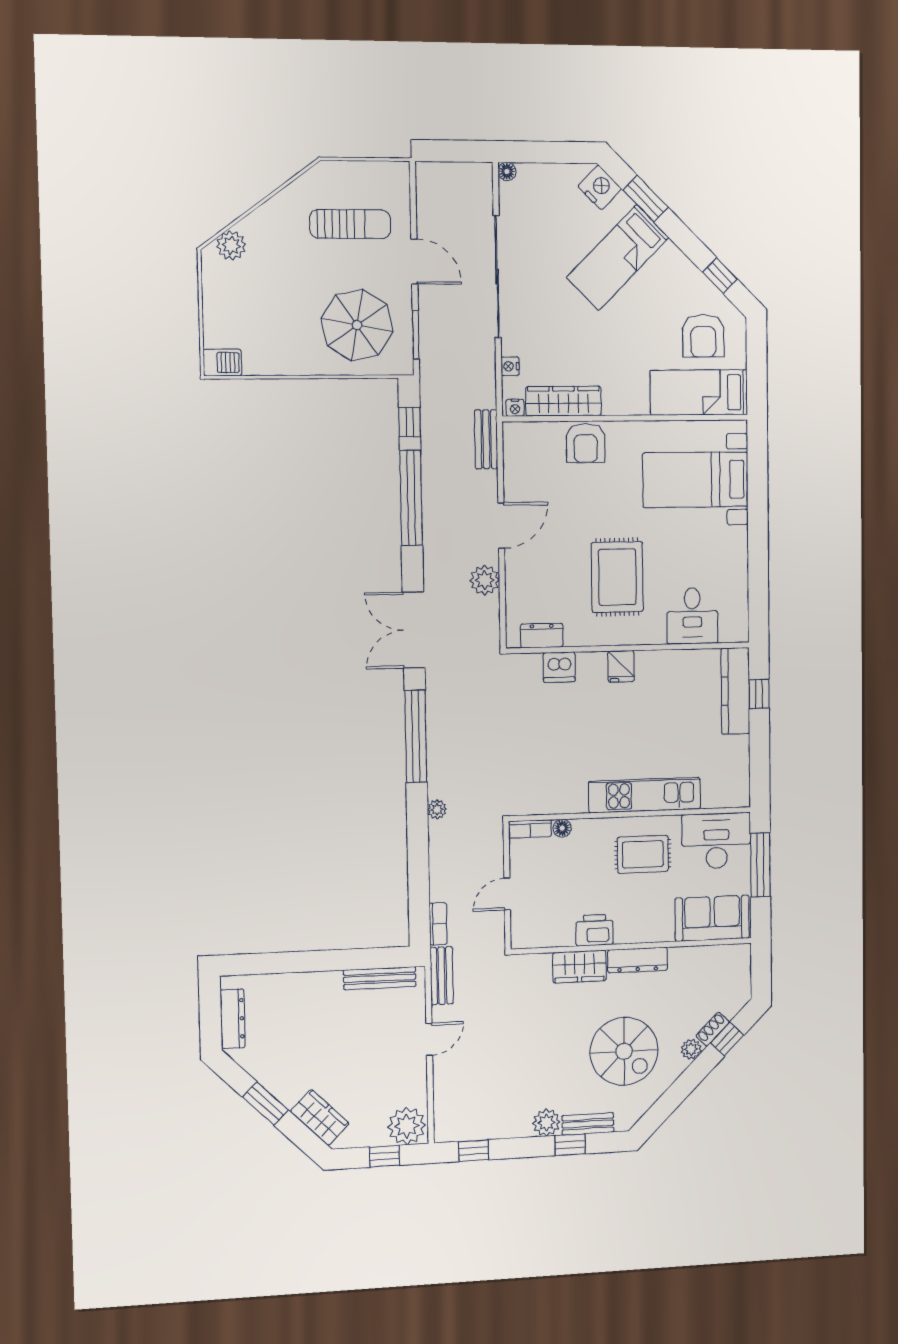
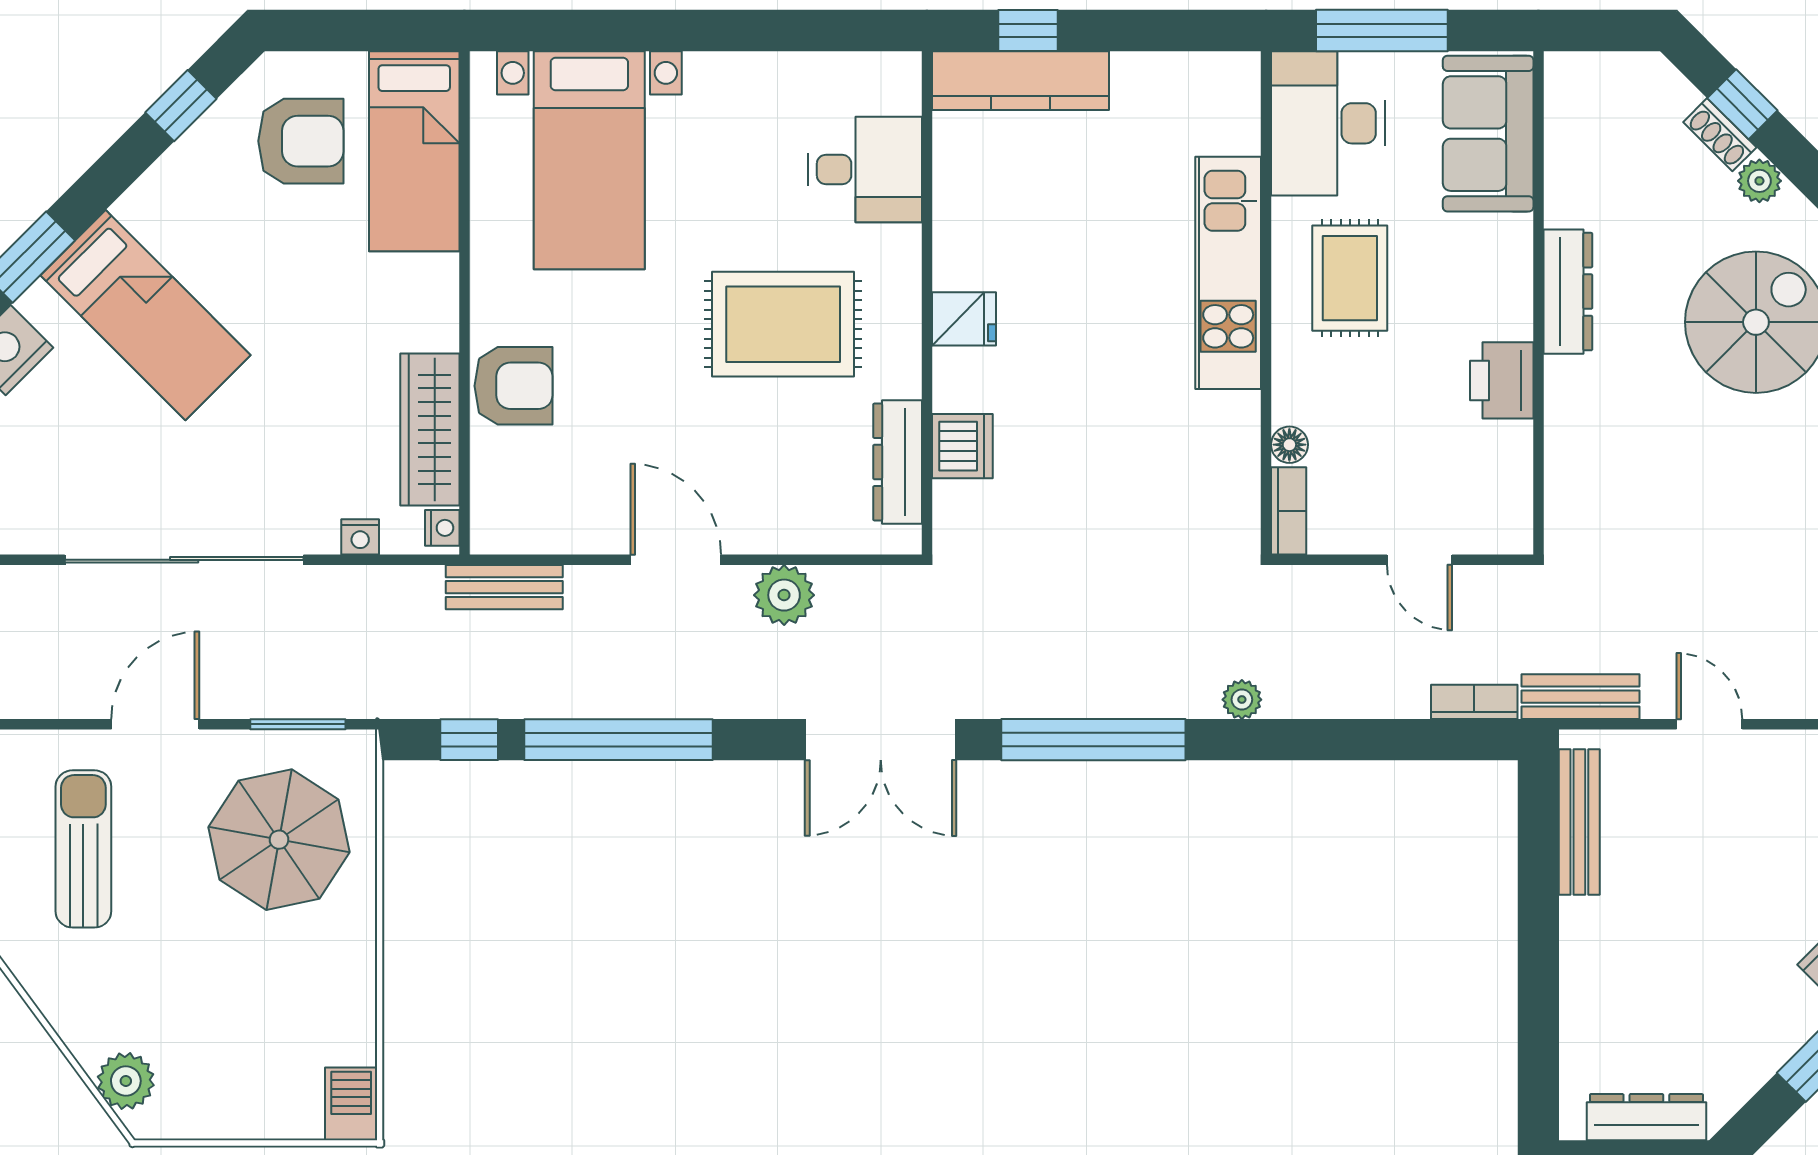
dresser: (542, 635) -> (898, 462), width x1.44
wardrobe: (579, 967) -> (1575, 413), removed

